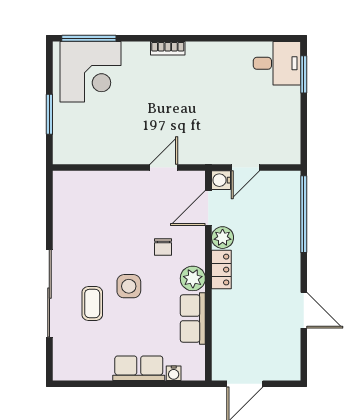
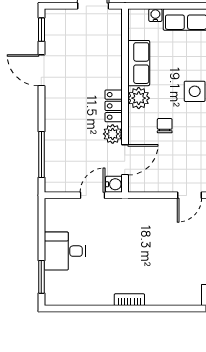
bookcase: (168, 48) -> (129, 300), moved
desk: (277, 63) -> (65, 251), moved
door: (164, 168) -> (189, 195), moved
window: (304, 214) -> (41, 154), width x0.68
window: (304, 357) -> (41, 30), added

